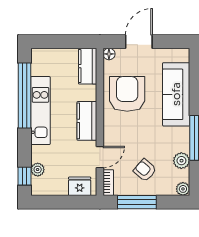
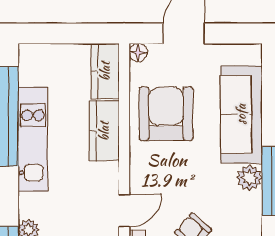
kitchen counter: (87, 121) -> (104, 131), moved
plant: (181, 161) -> (249, 178), moved

